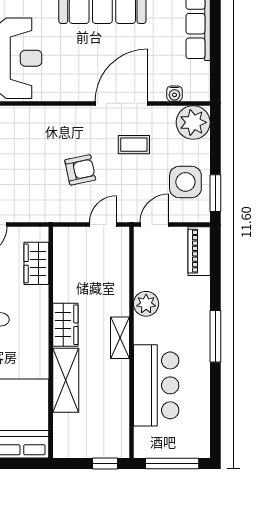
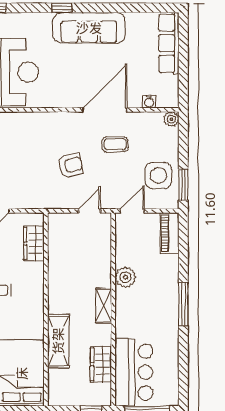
plant: (193, 122) -> (171, 119), width x0.53, depth x0.53
wardrobe: (65, 325) -> (101, 364), moved, turned 180
bar counter: (156, 385) -> (134, 372), moved

